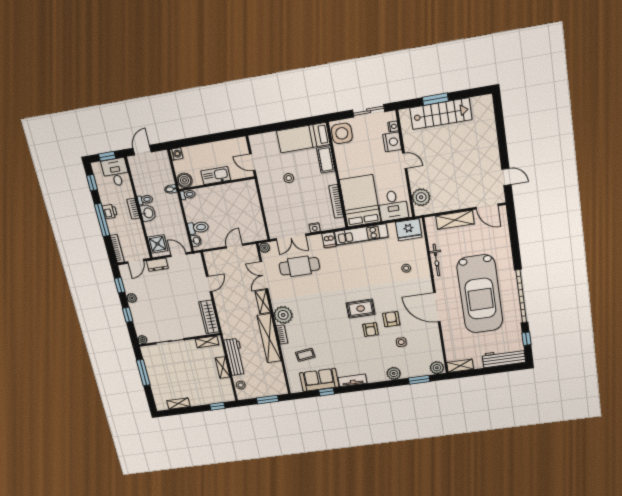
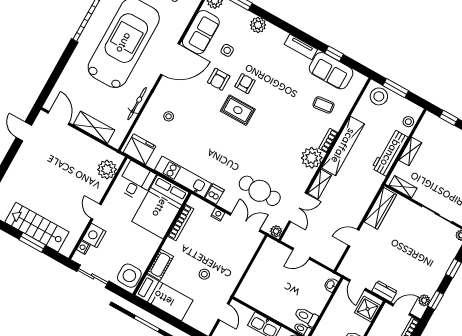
toilet: (198, 228) -> (306, 317), moved
plant: (132, 298) -> (424, 300), moved
door: (437, 307) -> (170, 59), hinge flipped
sofa: (430, 341) -> (201, 32), added
stool: (274, 387) -> (379, 96), added

